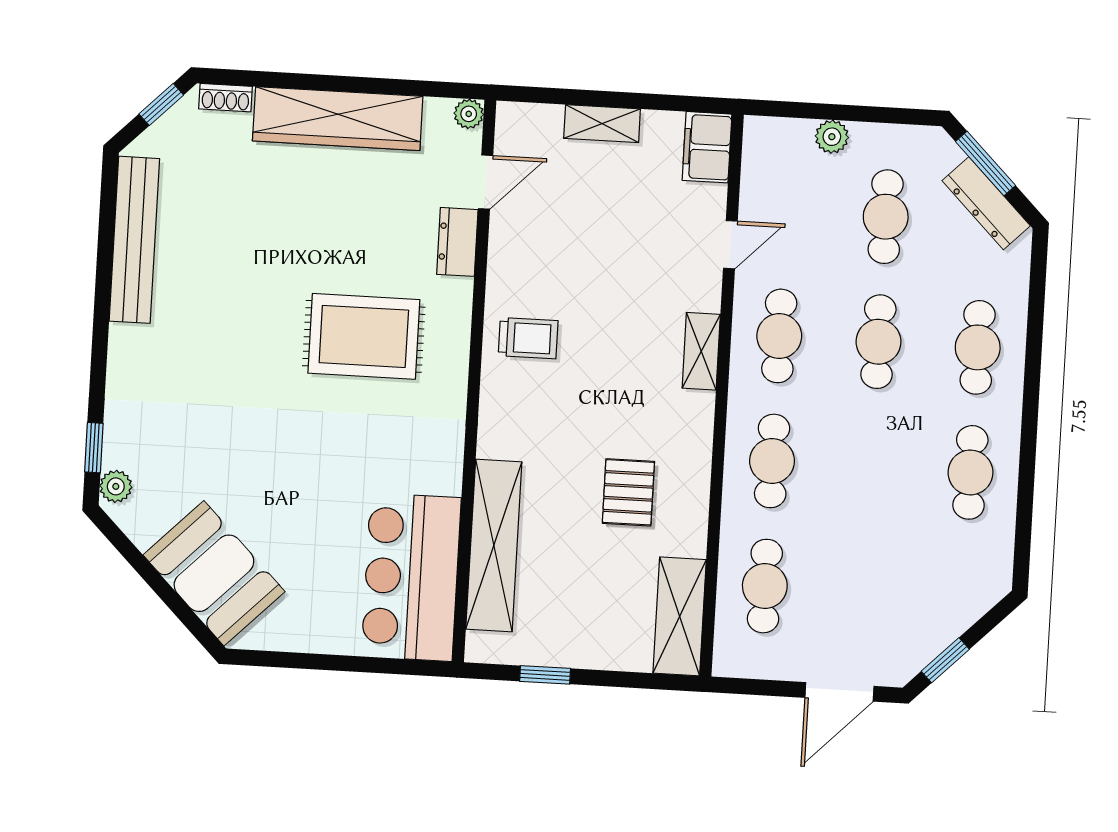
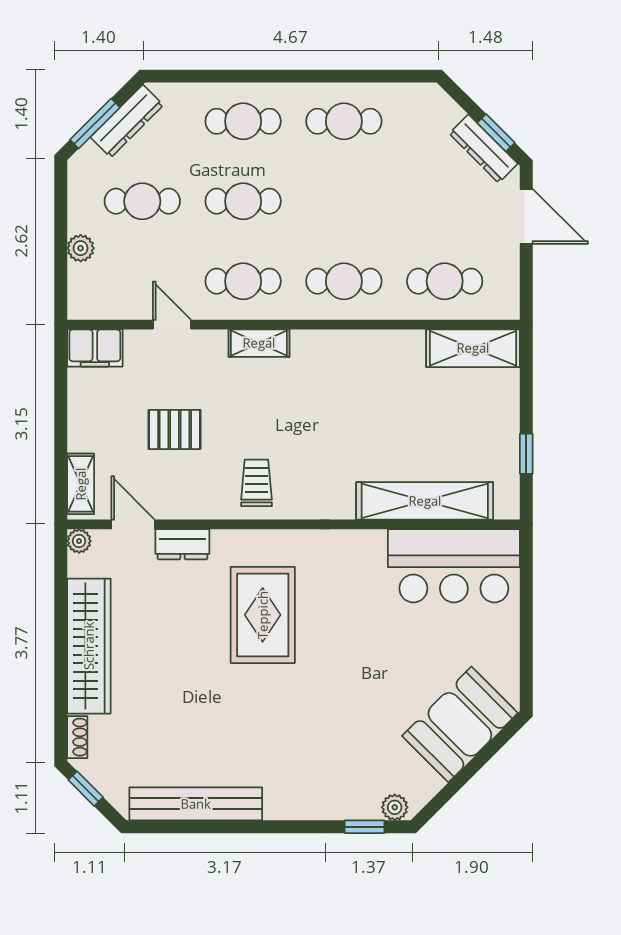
shelving: (602, 124) -> (81, 484), moved
pallet: (628, 492) -> (175, 429), moved
dresser: (927, 644) -> (483, 149), added

